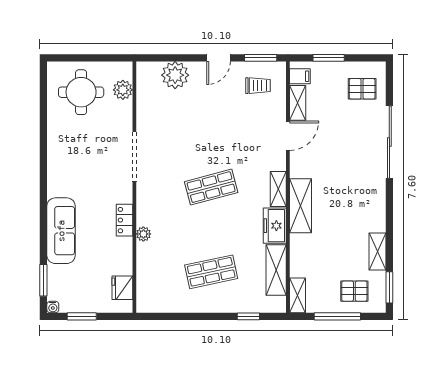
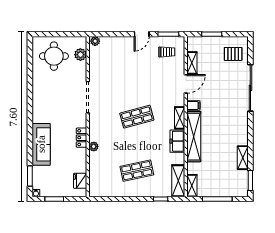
plant: (175, 75) -> (95, 41), moved, width x0.53, depth x0.53
filing cabinet: (300, 76) -> (193, 105), moved
shelving: (301, 206) -> (194, 137), width x1.47
shelving: (276, 270) -> (178, 181), moved
pallet: (354, 291) -> (228, 183), removed

